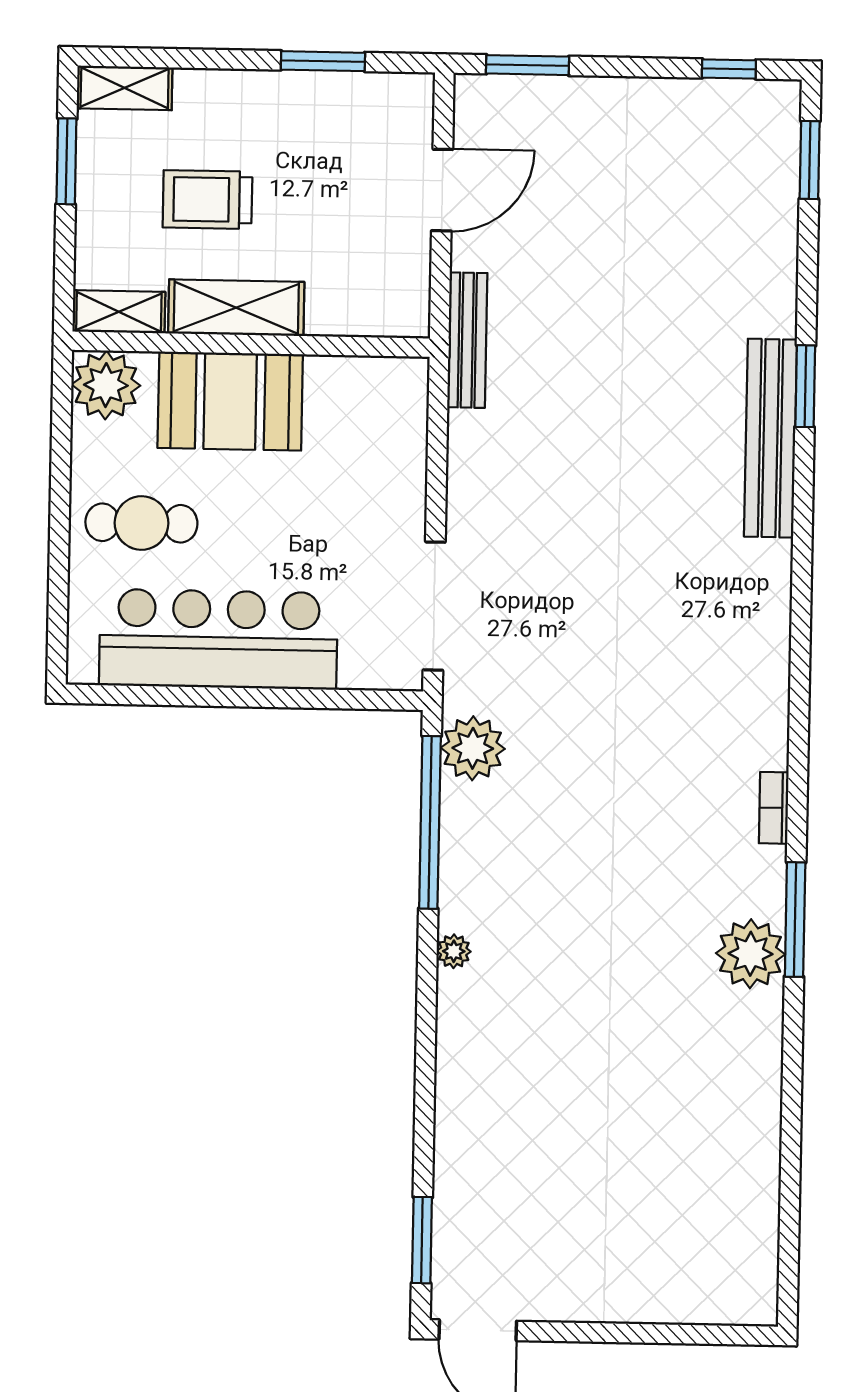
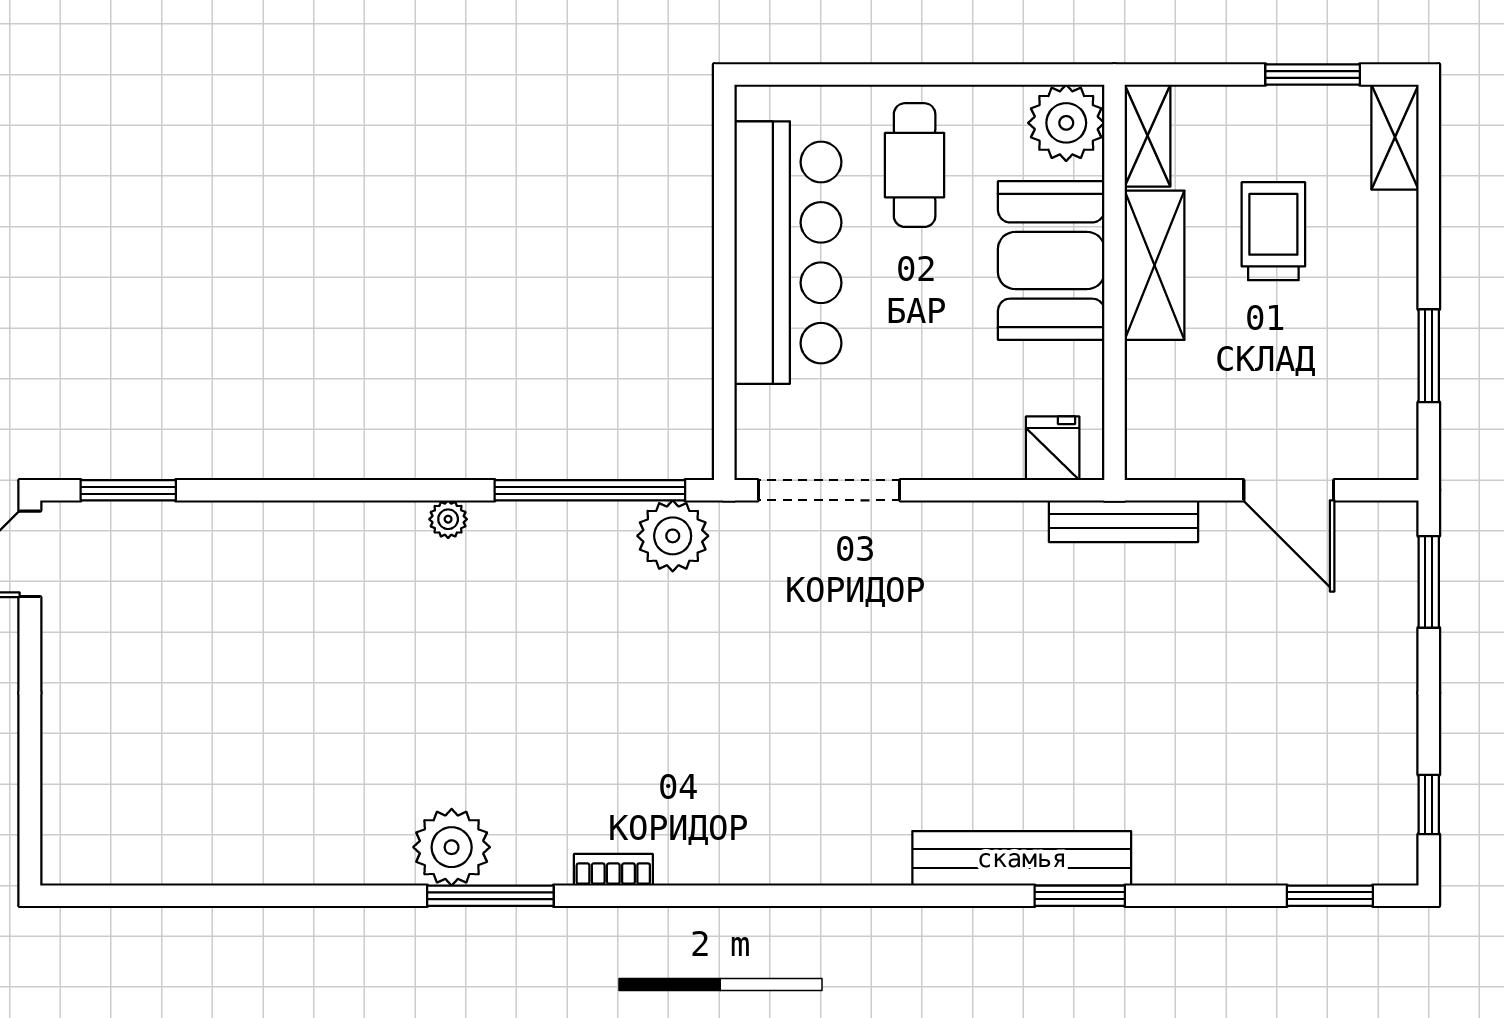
fridge: (400, 403) -> (1053, 448), added

